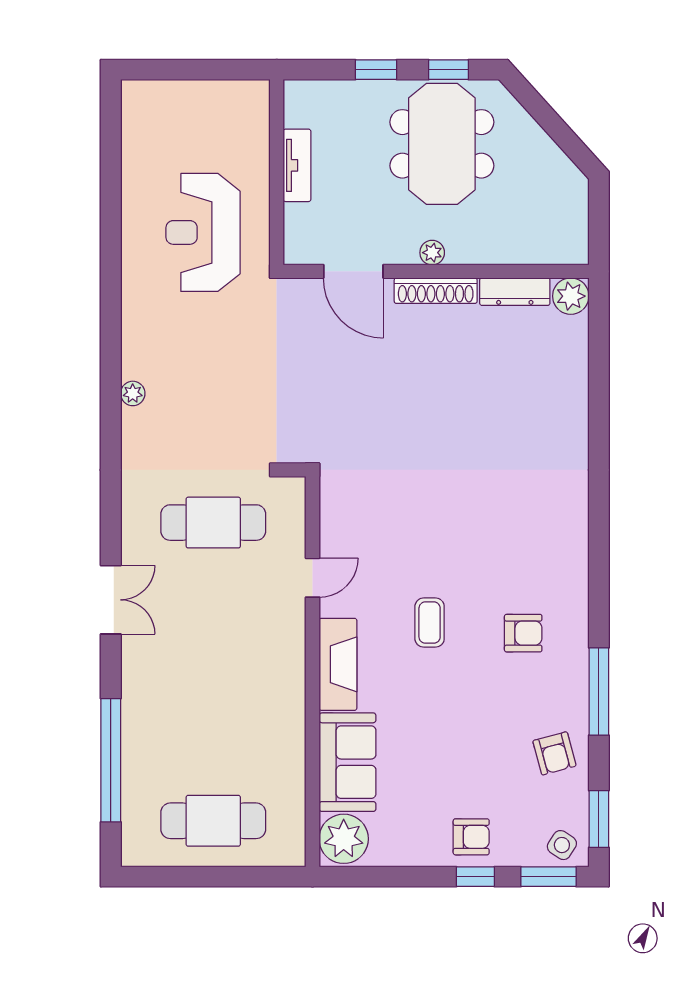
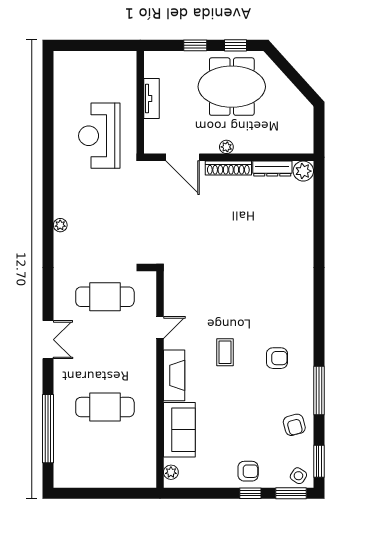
meeting table: (442, 144) -> (232, 87), turned 90
cafe table: (213, 821) -> (105, 407), moved
plant: (344, 839) -> (171, 472), width x0.53, depth x0.53

